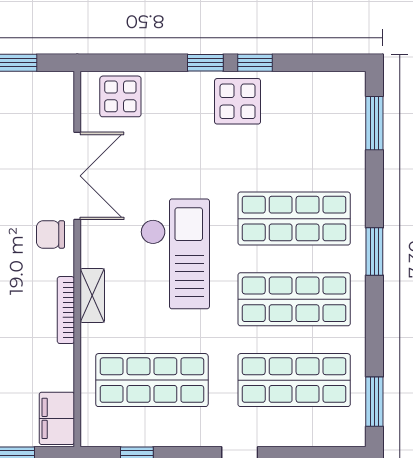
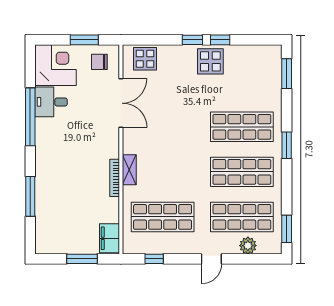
chair: (50, 234) -> (99, 62), moved
checkout: (175, 254) -> (175, 147), removed
plant: (305, 431) -> (248, 246), added

